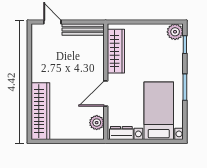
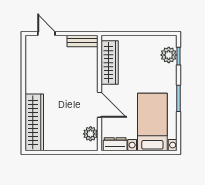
bench: (83, 30) -> (83, 41), width x0.73
plant: (175, 32) -> (169, 55), moved
door: (106, 93) -> (100, 105), swing flipped

